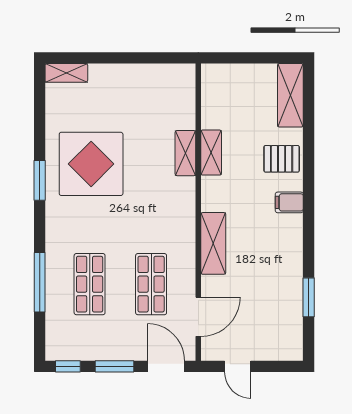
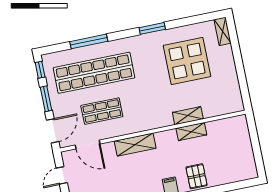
shelving: (290, 95) -> (237, 174), removed
display table: (91, 164) -> (187, 61), moved
shop shelf: (90, 284) -> (94, 73), width x2.00, depth x1.36

